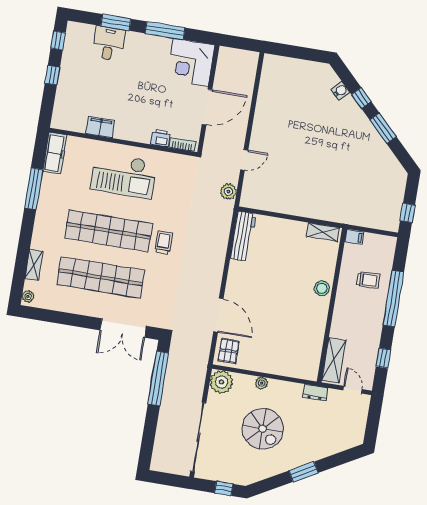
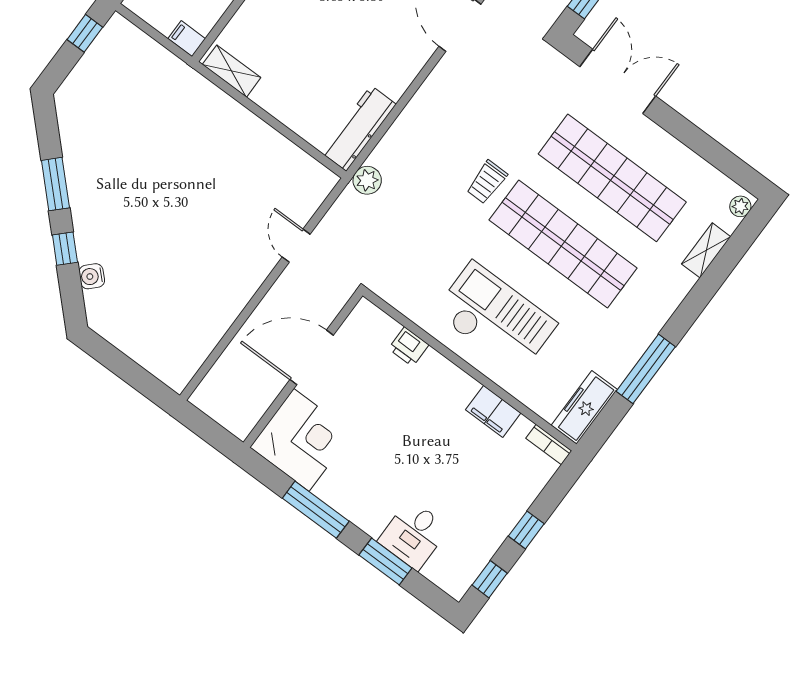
bookcase: (182, 144) -> (549, 445), moved
door: (244, 160) -> (296, 246), hinge flipped
plant: (228, 192) -> (367, 180), moved

